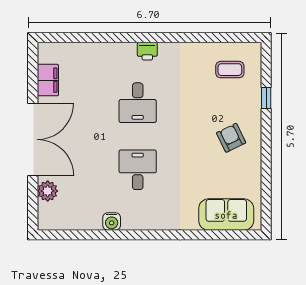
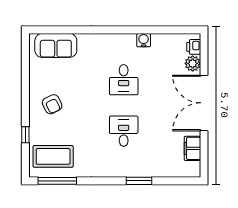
window: (118, 38) -> (139, 181), added
window: (224, 38) -> (57, 181), added
printer: (147, 51) -> (194, 47), moved, turned -90
coffee table: (230, 70) -> (53, 156), width x1.86, depth x1.72

